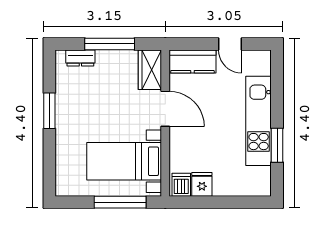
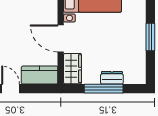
dresser: (80, 58) -> (112, 78), moved

